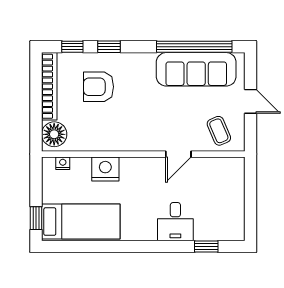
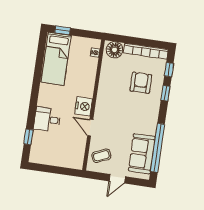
sofa: (196, 69) -> (142, 154), width x0.73
nightstand: (105, 169) -> (84, 106), moved

